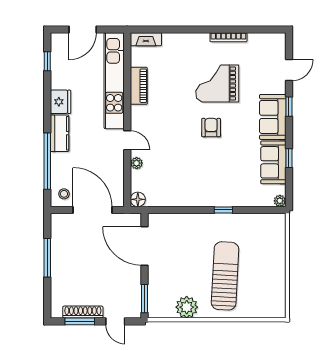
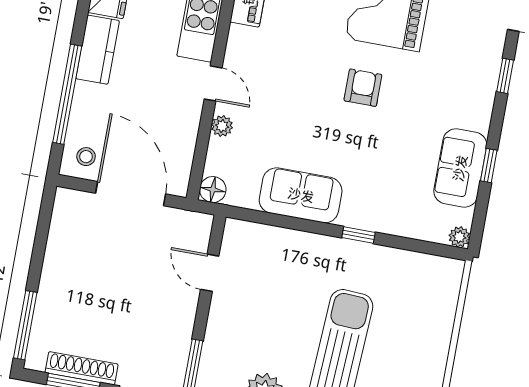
sofa: (273, 117) -> (301, 195), moved, turned 90
door: (145, 246) -> (210, 273), width x0.53
window: (47, 258) -> (25, 325), moved

